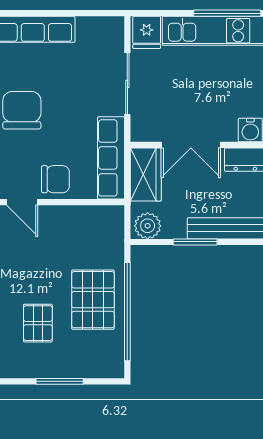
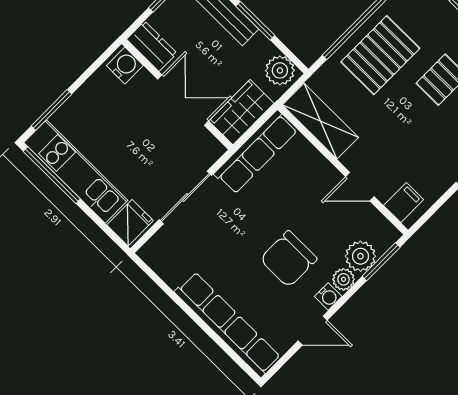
chair: (55, 179) -> (316, 179), removed
door: (22, 202) -> (360, 187), swing flipped
shelving: (89, 219) -> (321, 121), added

